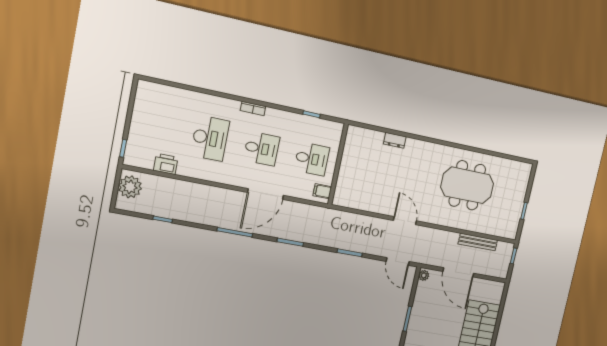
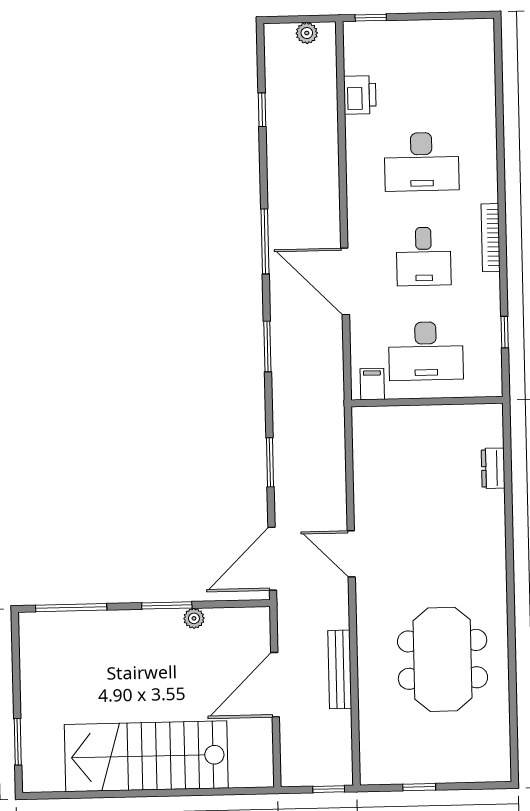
bookcase: (253, 108) -> (491, 238), width x1.56
dresser: (395, 140) -> (493, 468), moved
desk: (312, 159) -> (426, 351), width x1.37
plant: (130, 187) -> (307, 33), width x0.53, depth x0.53
door: (405, 221) -> (351, 554), swing flipped
bench: (478, 242) -> (340, 669), moved
door: (398, 261) -> (272, 559), width x1.36
plant: (424, 275) -> (194, 618), moved

